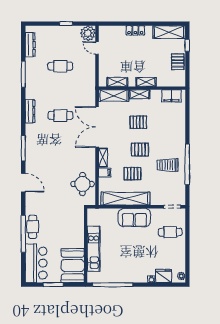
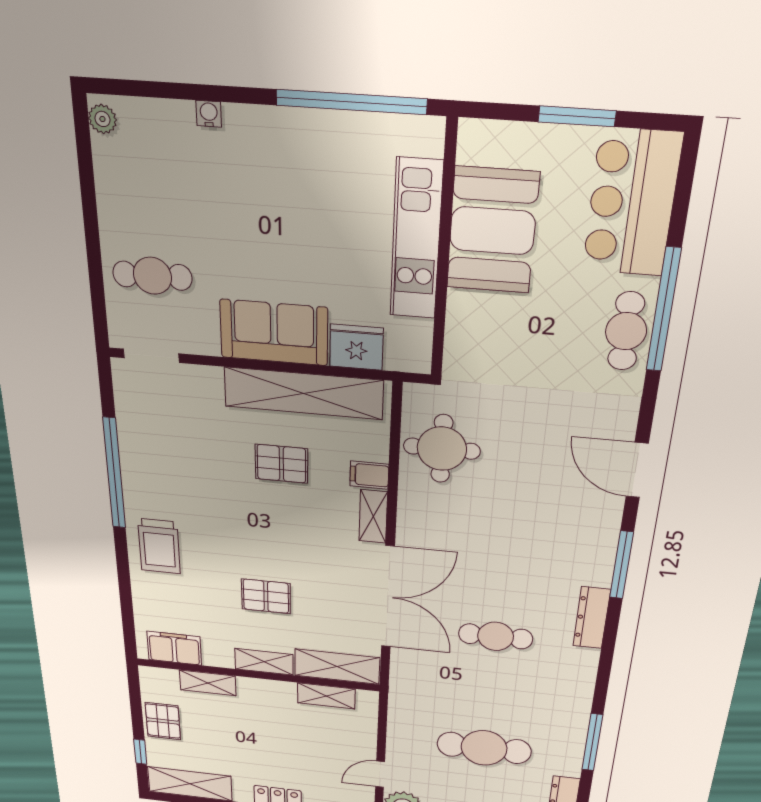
door: (97, 48) -> (380, 774), swing flipped
cafe table: (60, 66) -> (484, 748), width x1.37, depth x1.35
shelving: (146, 82) -> (208, 683), moved
dresser: (30, 111) -> (592, 618), moved
pallet: (140, 150) -> (260, 527), removed
trolley: (168, 165) -> (159, 546), moved, turned 90
booth: (73, 266) -> (492, 231), moved
fridge: (163, 276) -> (356, 347), moved, turned 180

